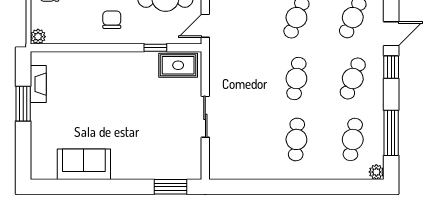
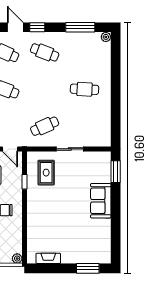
rug: (178, 65) -> (46, 173), moved
cafe table: (296, 79) -> (45, 126), moved, turned -33
window: (23, 104) -> (88, 268), moved
cafe table: (353, 139) -> (85, 52), removed
sofa: (84, 164) -> (101, 201), moved

